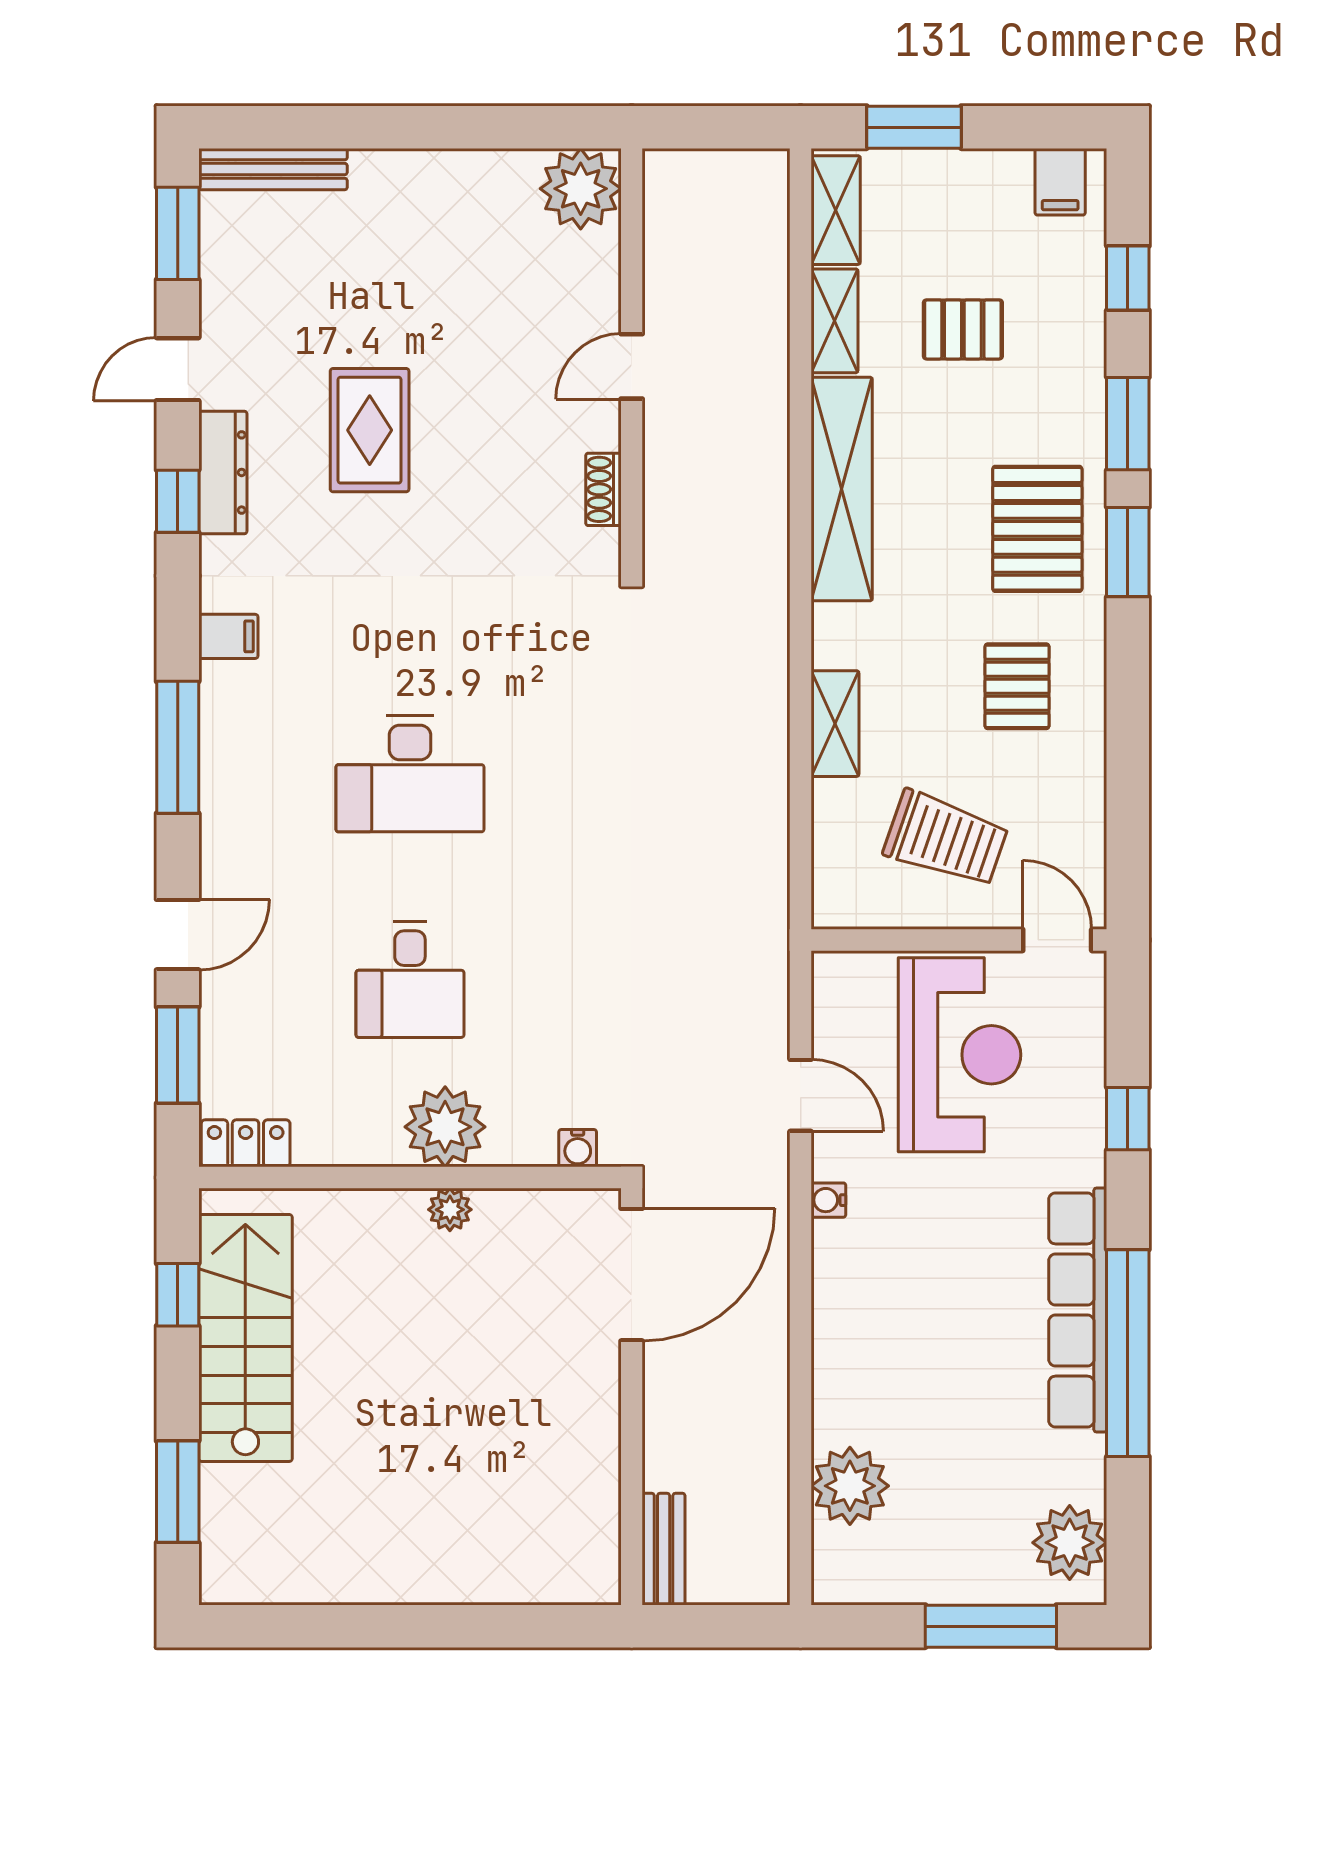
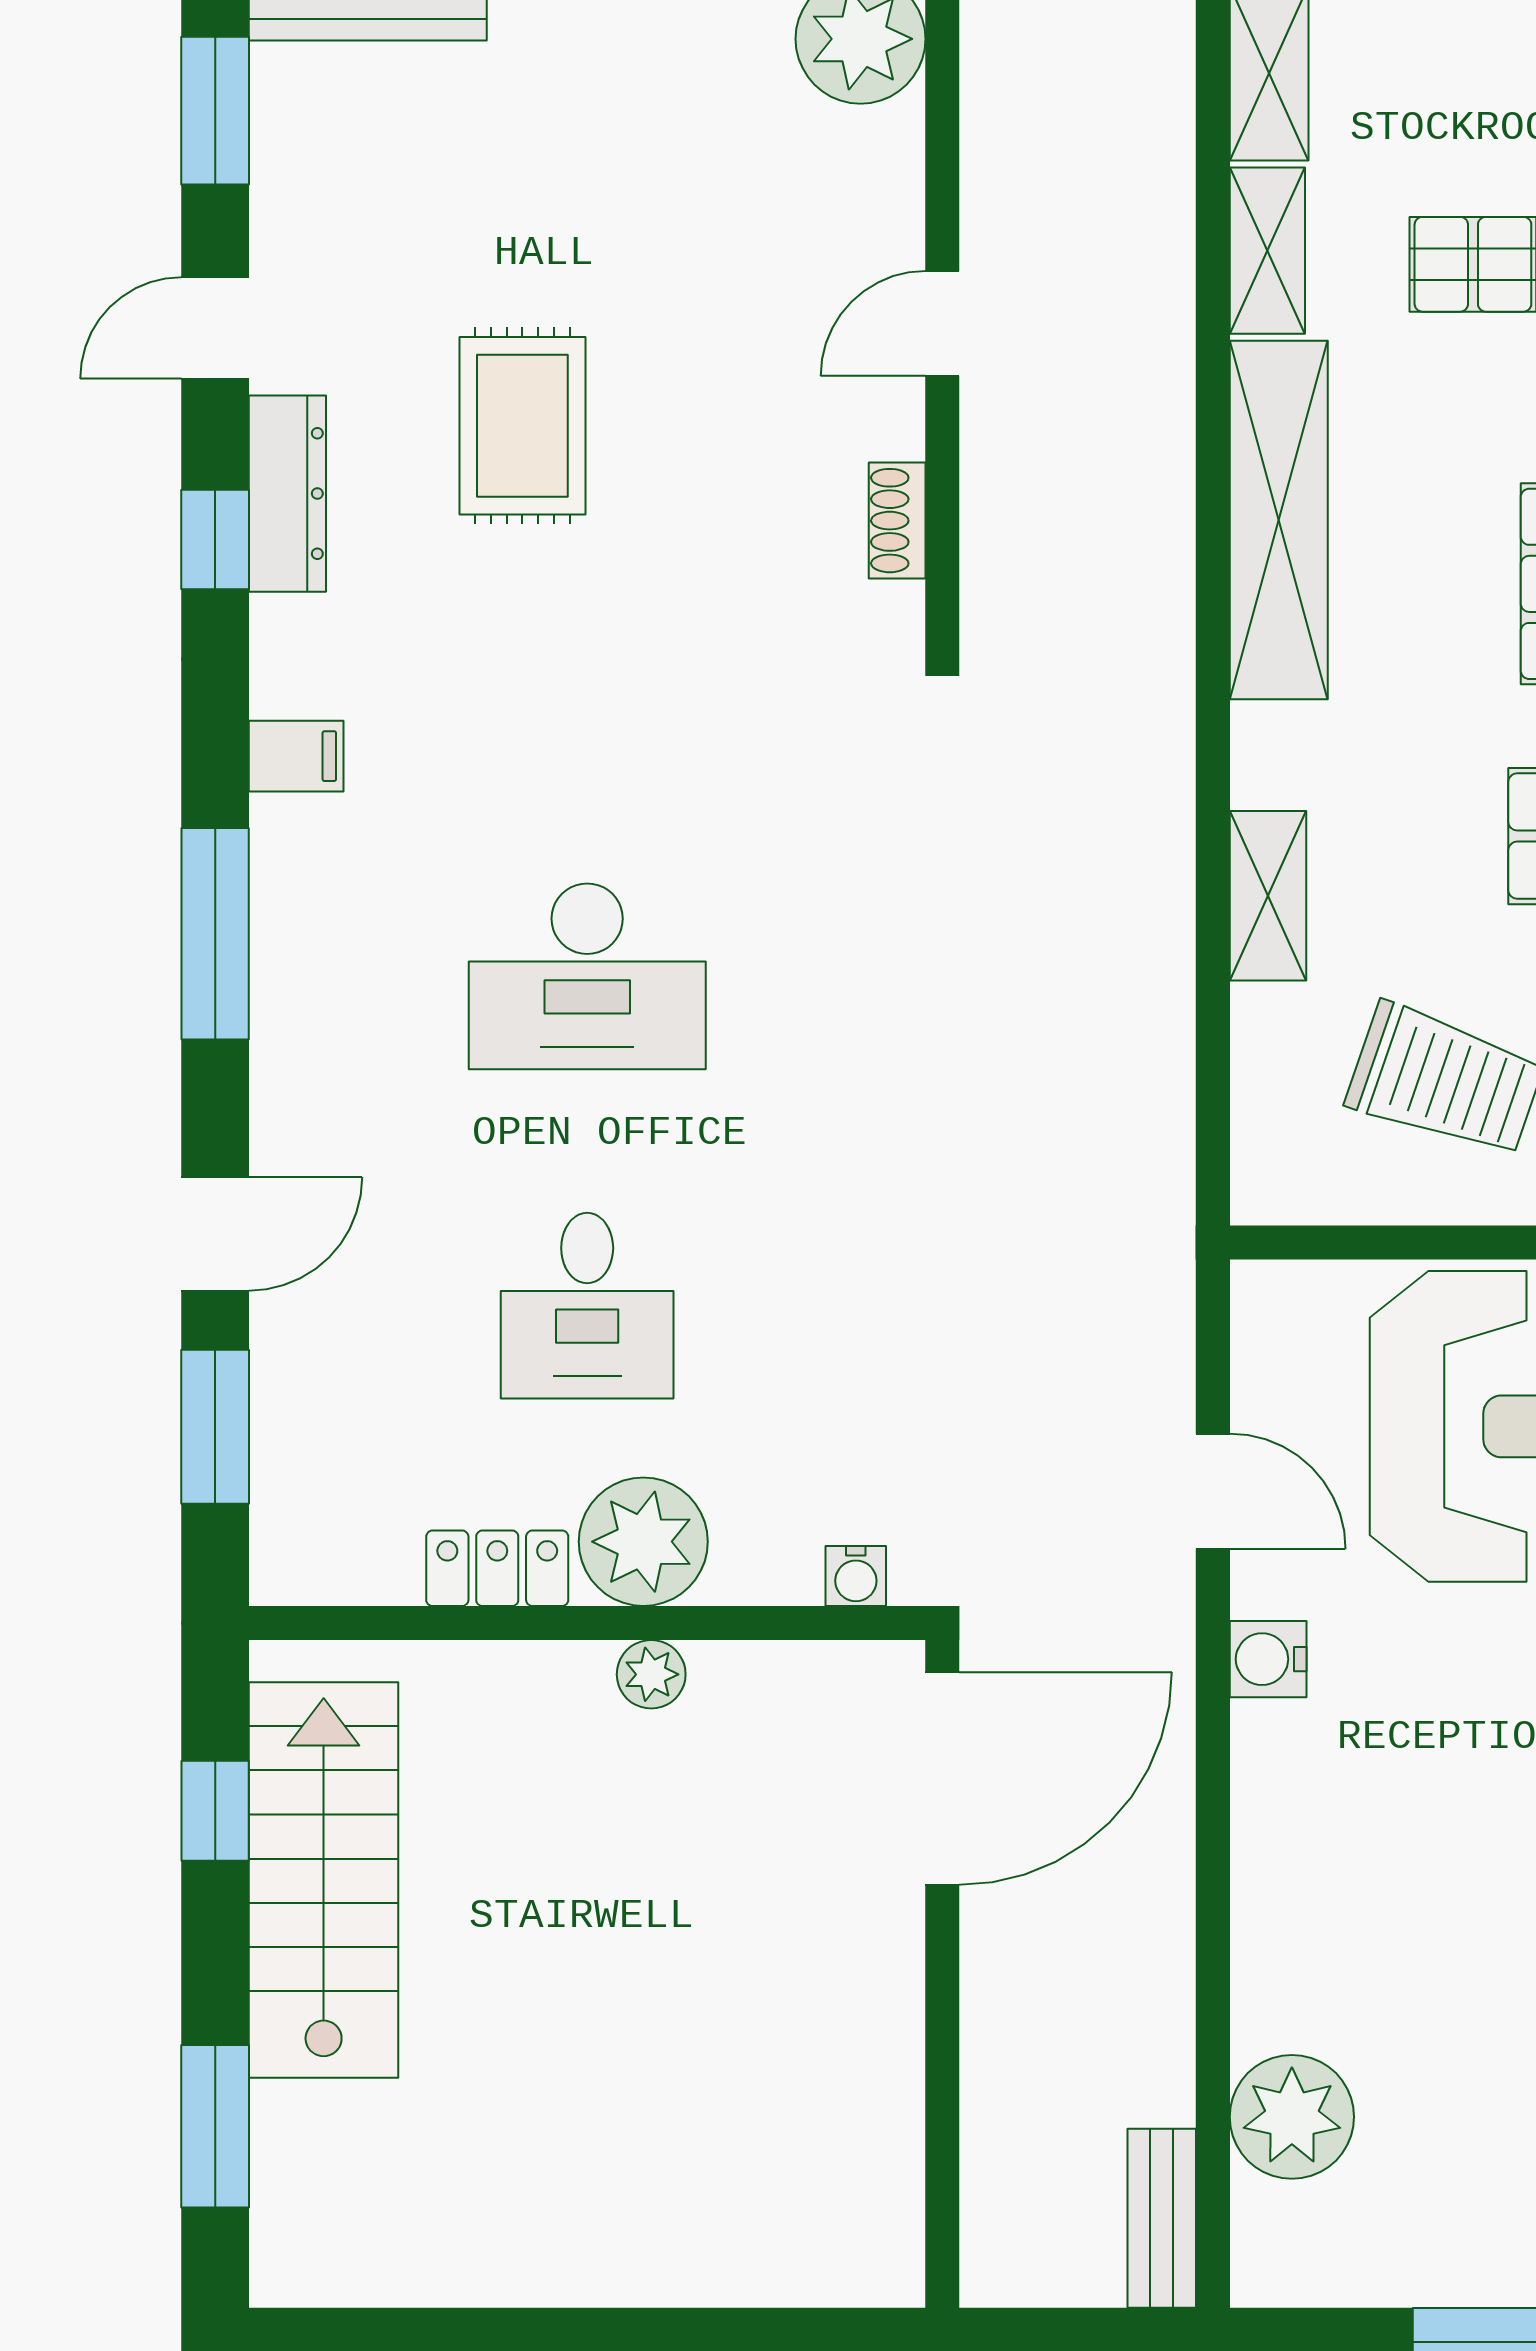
locker: (246, 1143) -> (497, 1568), moved
water cooler: (828, 1200) -> (1268, 1659), width x1.38, depth x1.38
bench: (664, 1549) -> (1162, 2218), moved

